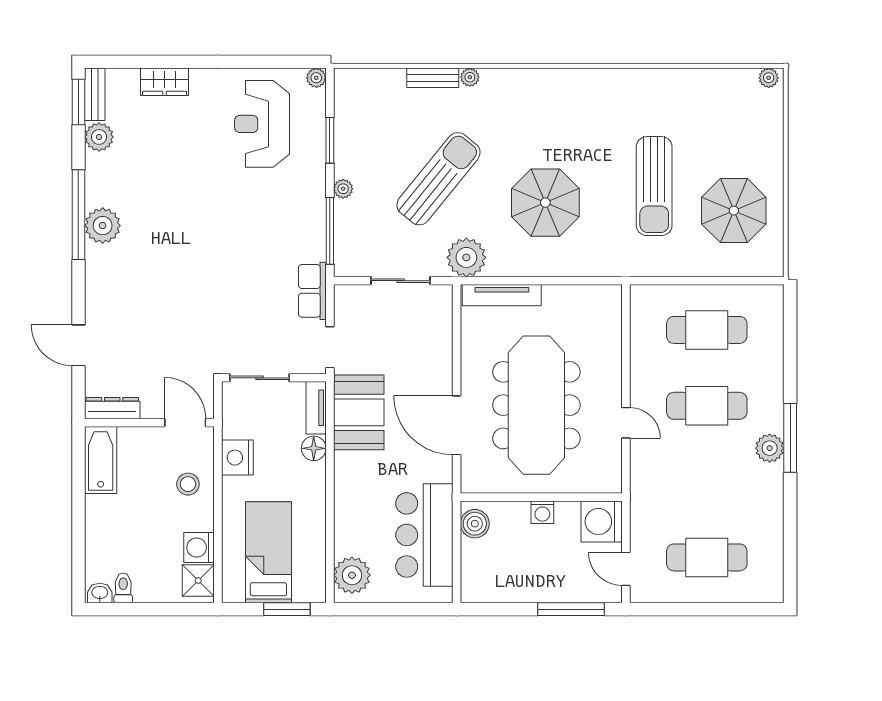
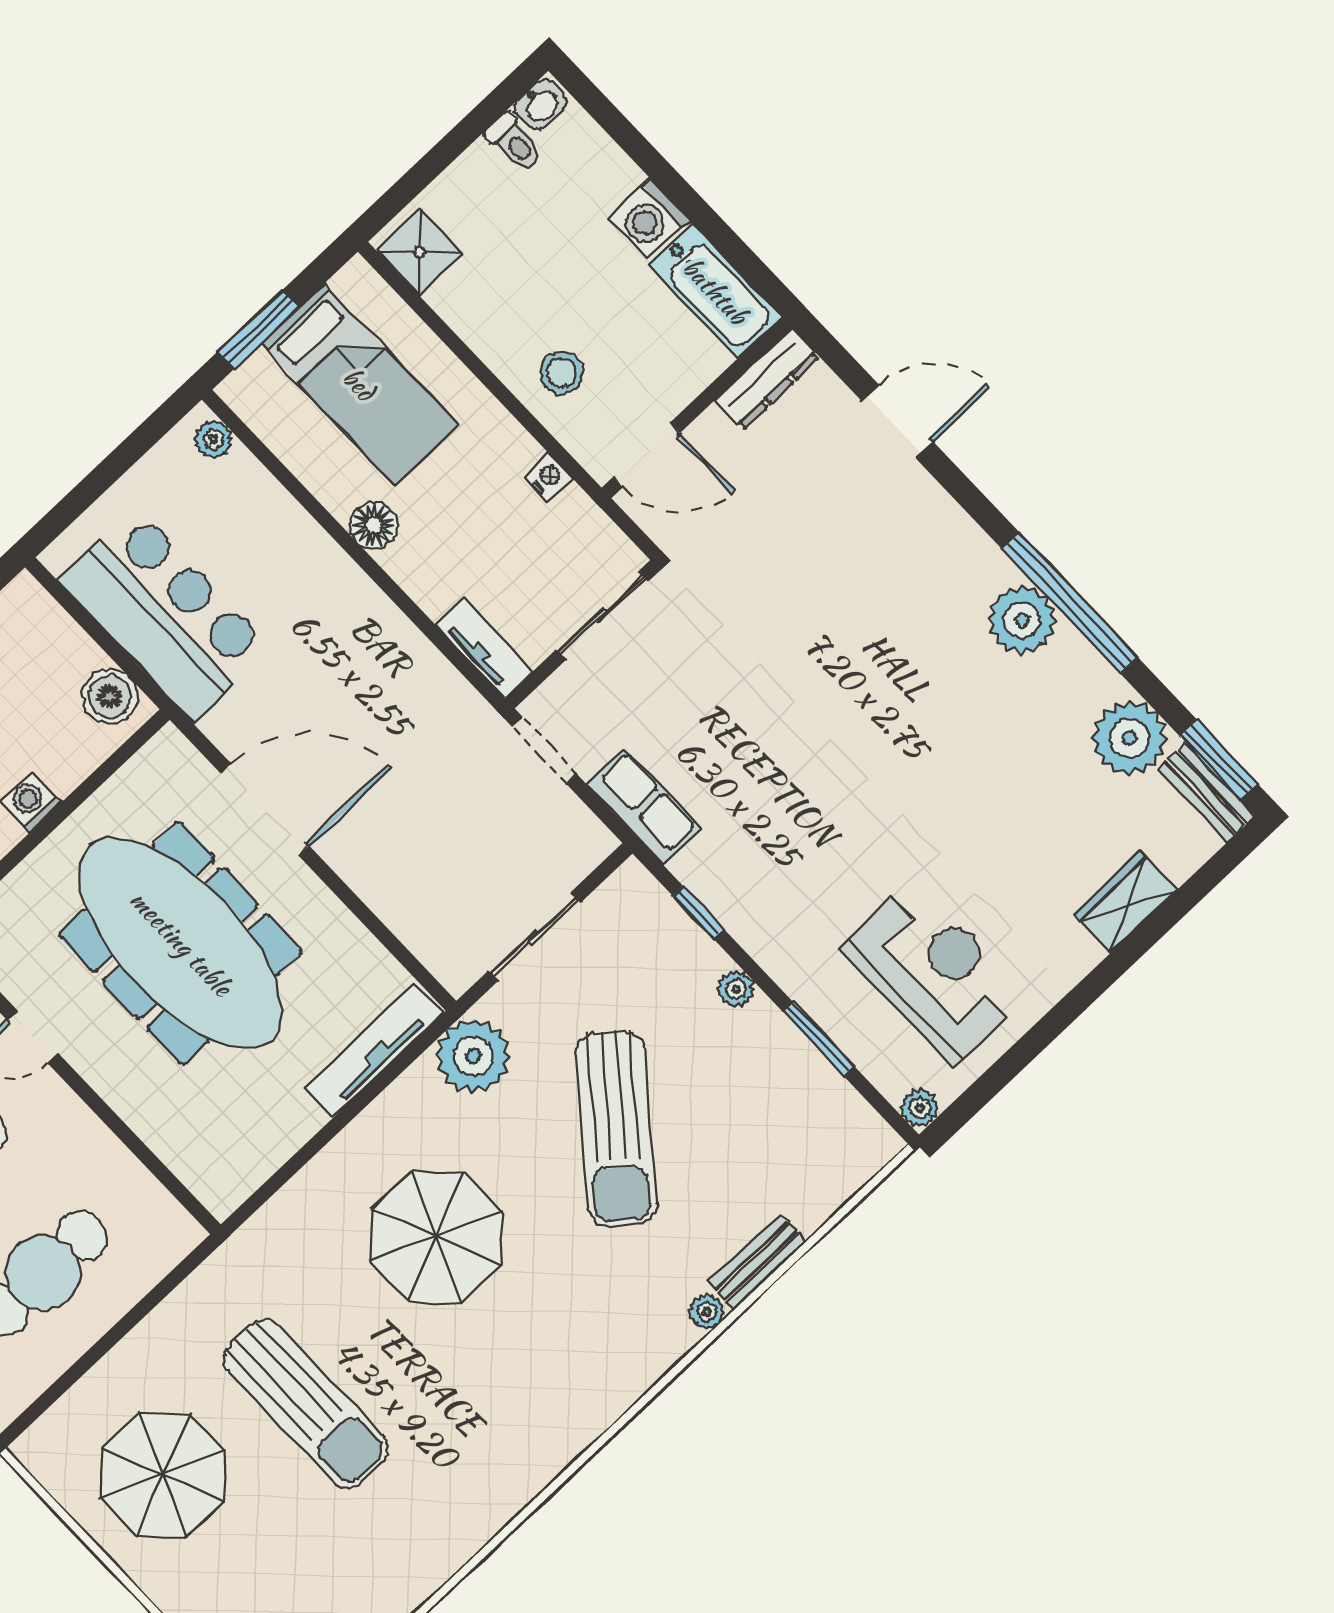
plant: (99, 137) -> (1130, 738), width x1.36, depth x1.36
sun lounger: (654, 186) -> (306, 1404), turned 180
window: (330, 231) -> (698, 913), width x0.46
booth: (359, 412) -> (418, 698), removed
floor lamp: (314, 448) -> (374, 526), moved
nightstand: (237, 458) -> (548, 477), width x0.53, depth x0.56
washing machine: (199, 548) -> (649, 219), moved, turned 180
plant: (352, 575) -> (213, 439), width x0.53, depth x0.53

